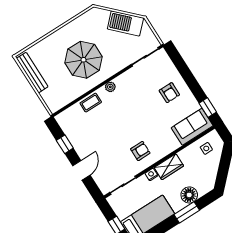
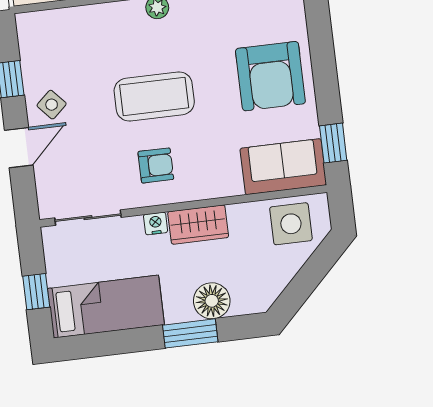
armchair: (169, 93) -> (270, 76), width x1.88, depth x1.88
coffee table: (91, 103) -> (154, 96), moved, width x1.86, depth x1.72
side table: (86, 147) -> (52, 105), added
side table: (206, 148) -> (291, 224), width x1.87, depth x1.87

